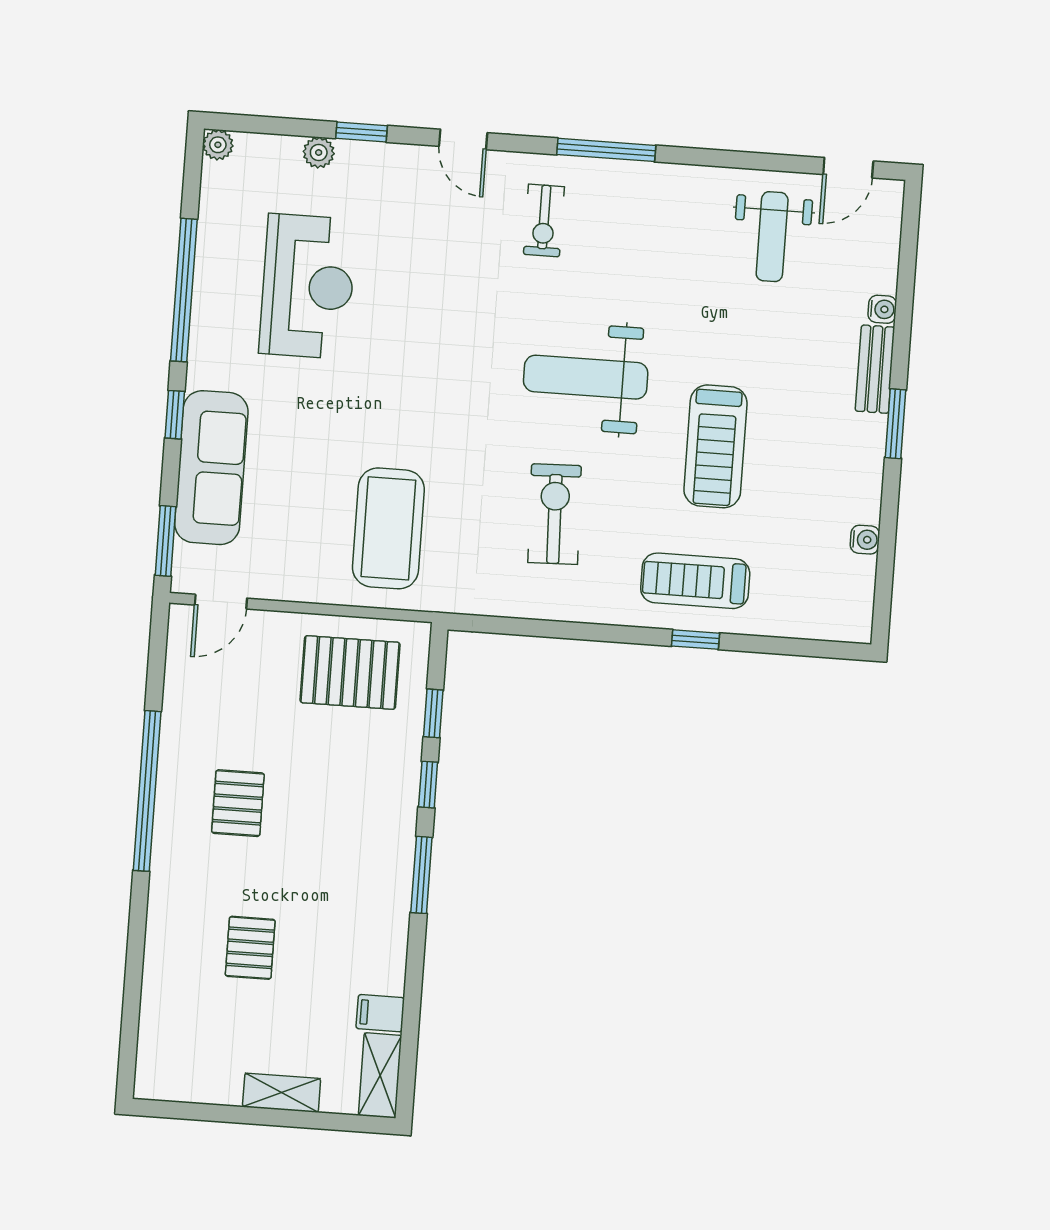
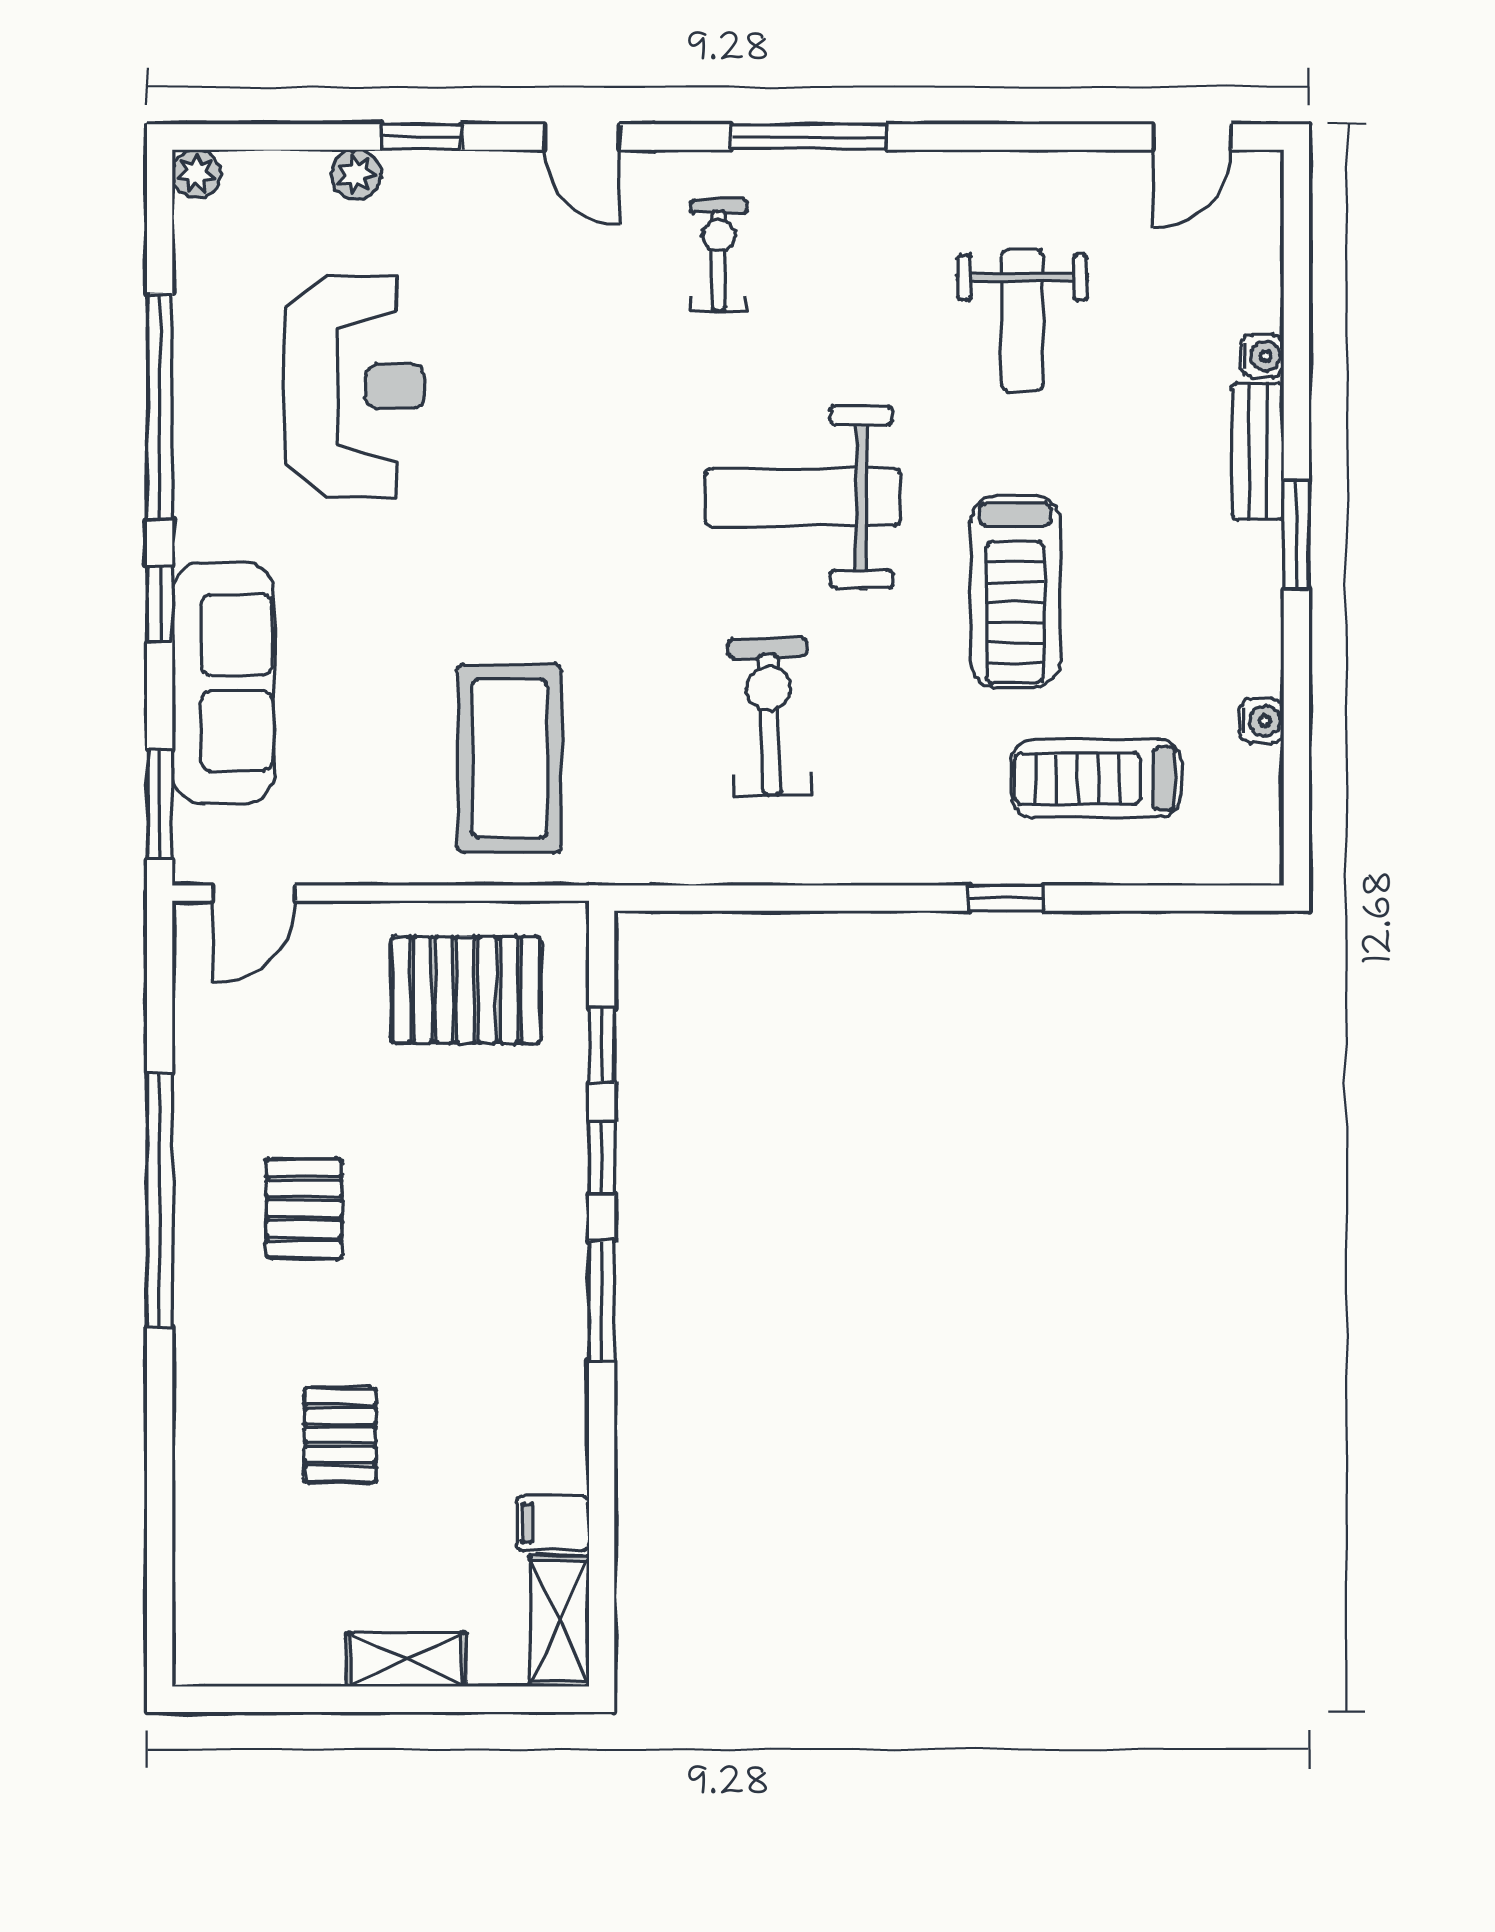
exercise bike: (544, 221) -> (719, 255), turned 180
weight bench: (772, 237) -> (1022, 320), moved
treadmill: (695, 581) -> (1096, 778), moved

